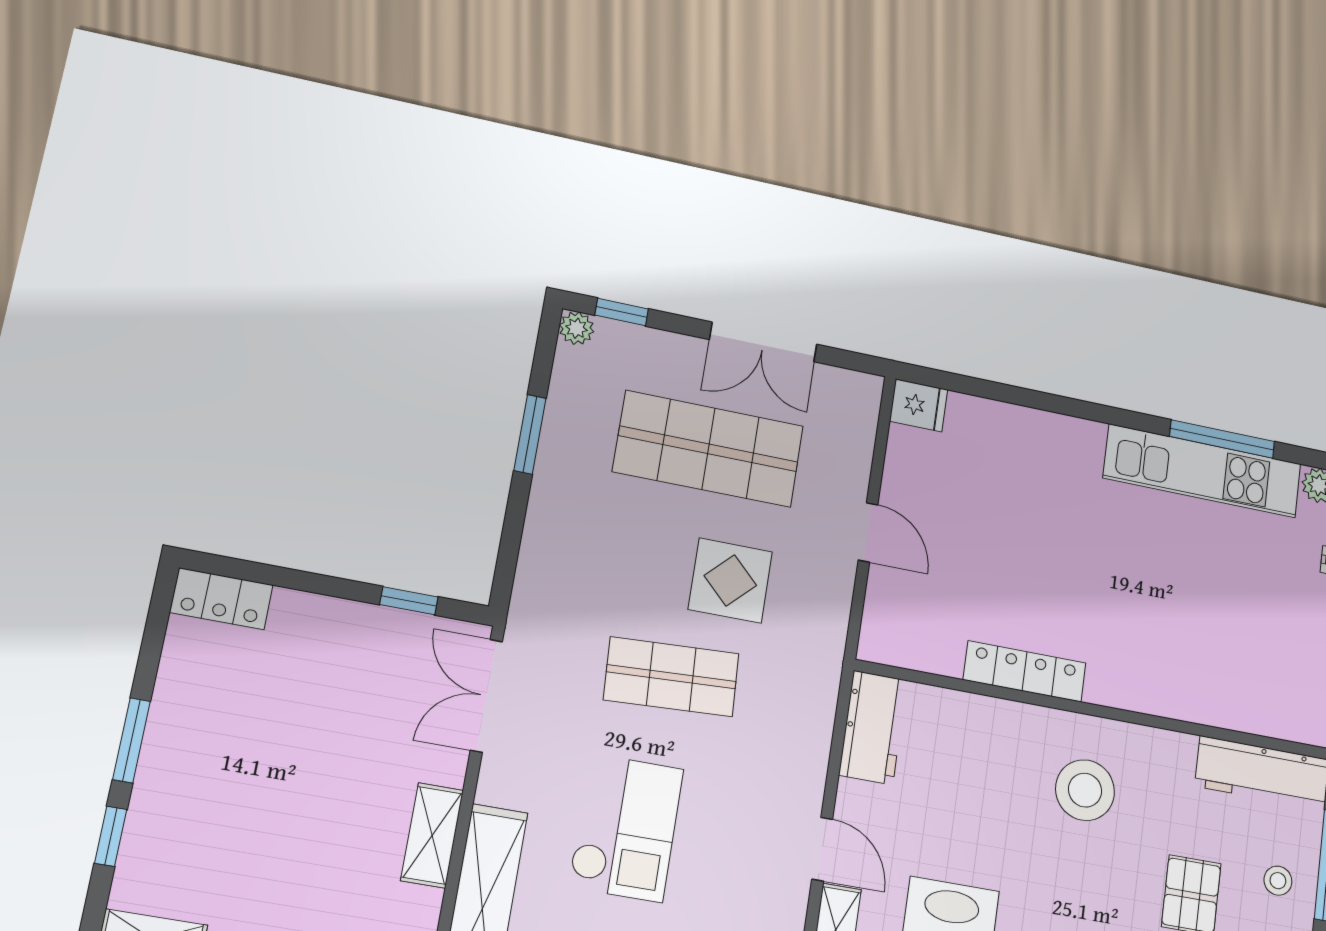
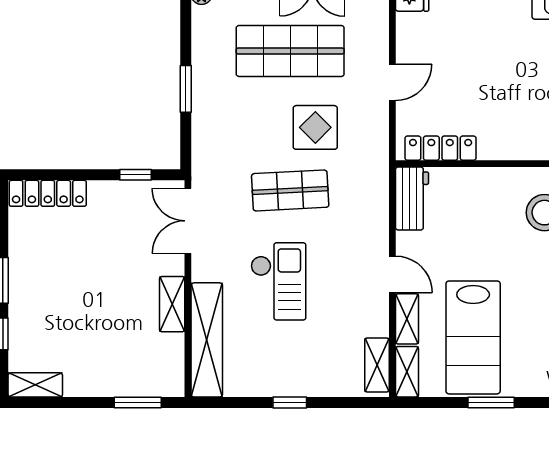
window: (530, 434) -> (186, 89), moved
door: (868, 532) -> (392, 82), hinge flipped
locker: (221, 599) -> (48, 193), width x1.53
locker: (1025, 671) -> (441, 148), moved

